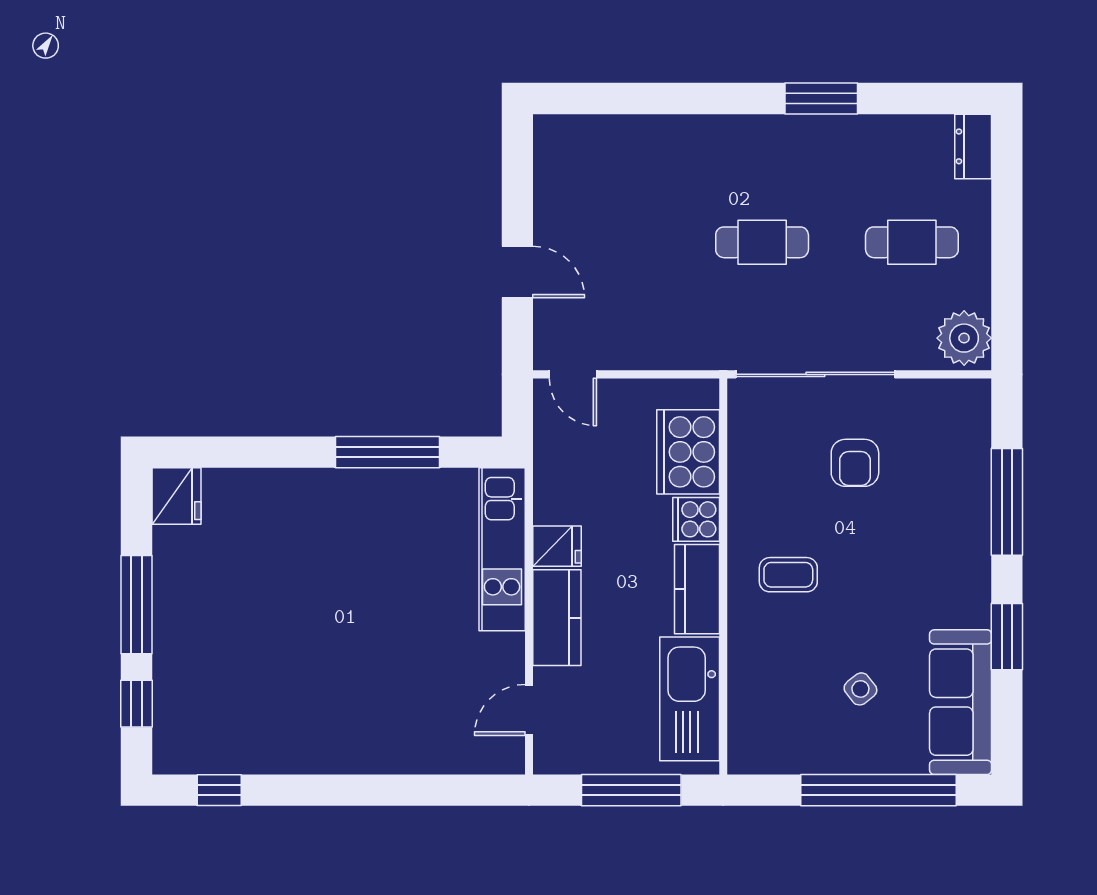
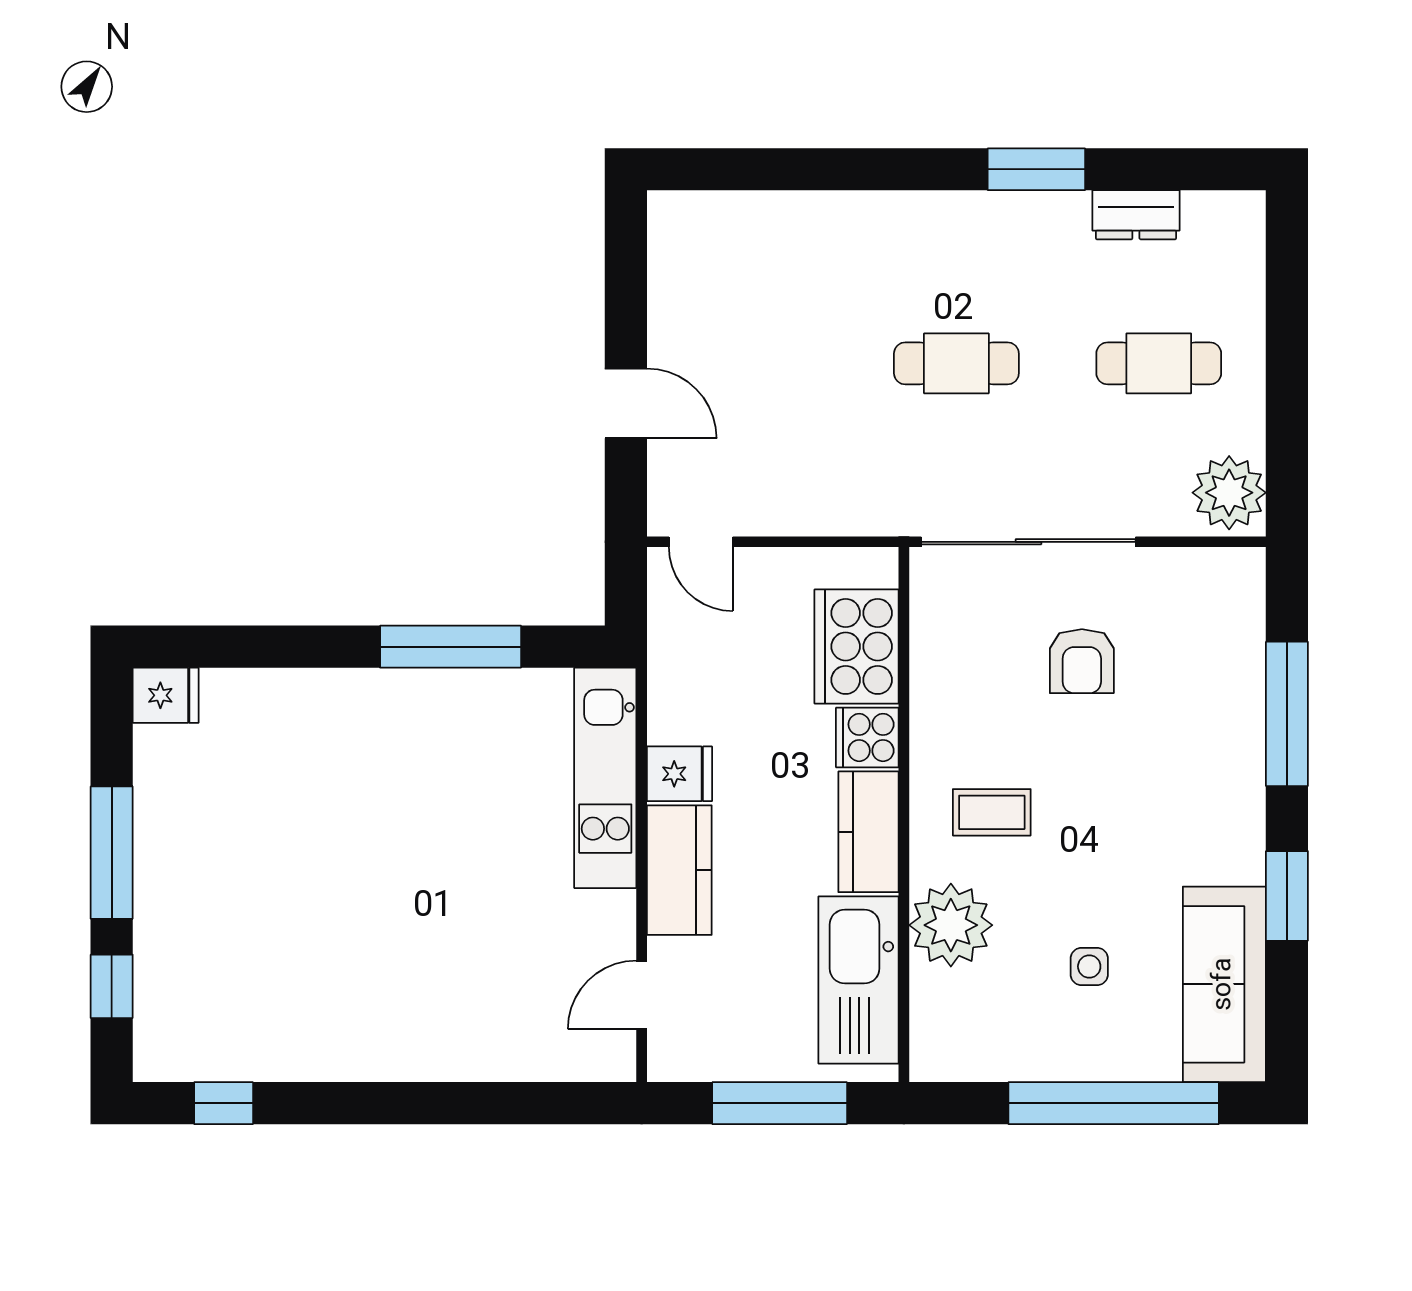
dresser: (973, 146) -> (1136, 215), moved, turned -90
fridge: (176, 496) -> (166, 695), width x0.72
plant: (758, 658) -> (951, 925), added
side table: (860, 689) -> (1089, 966), turned 38

